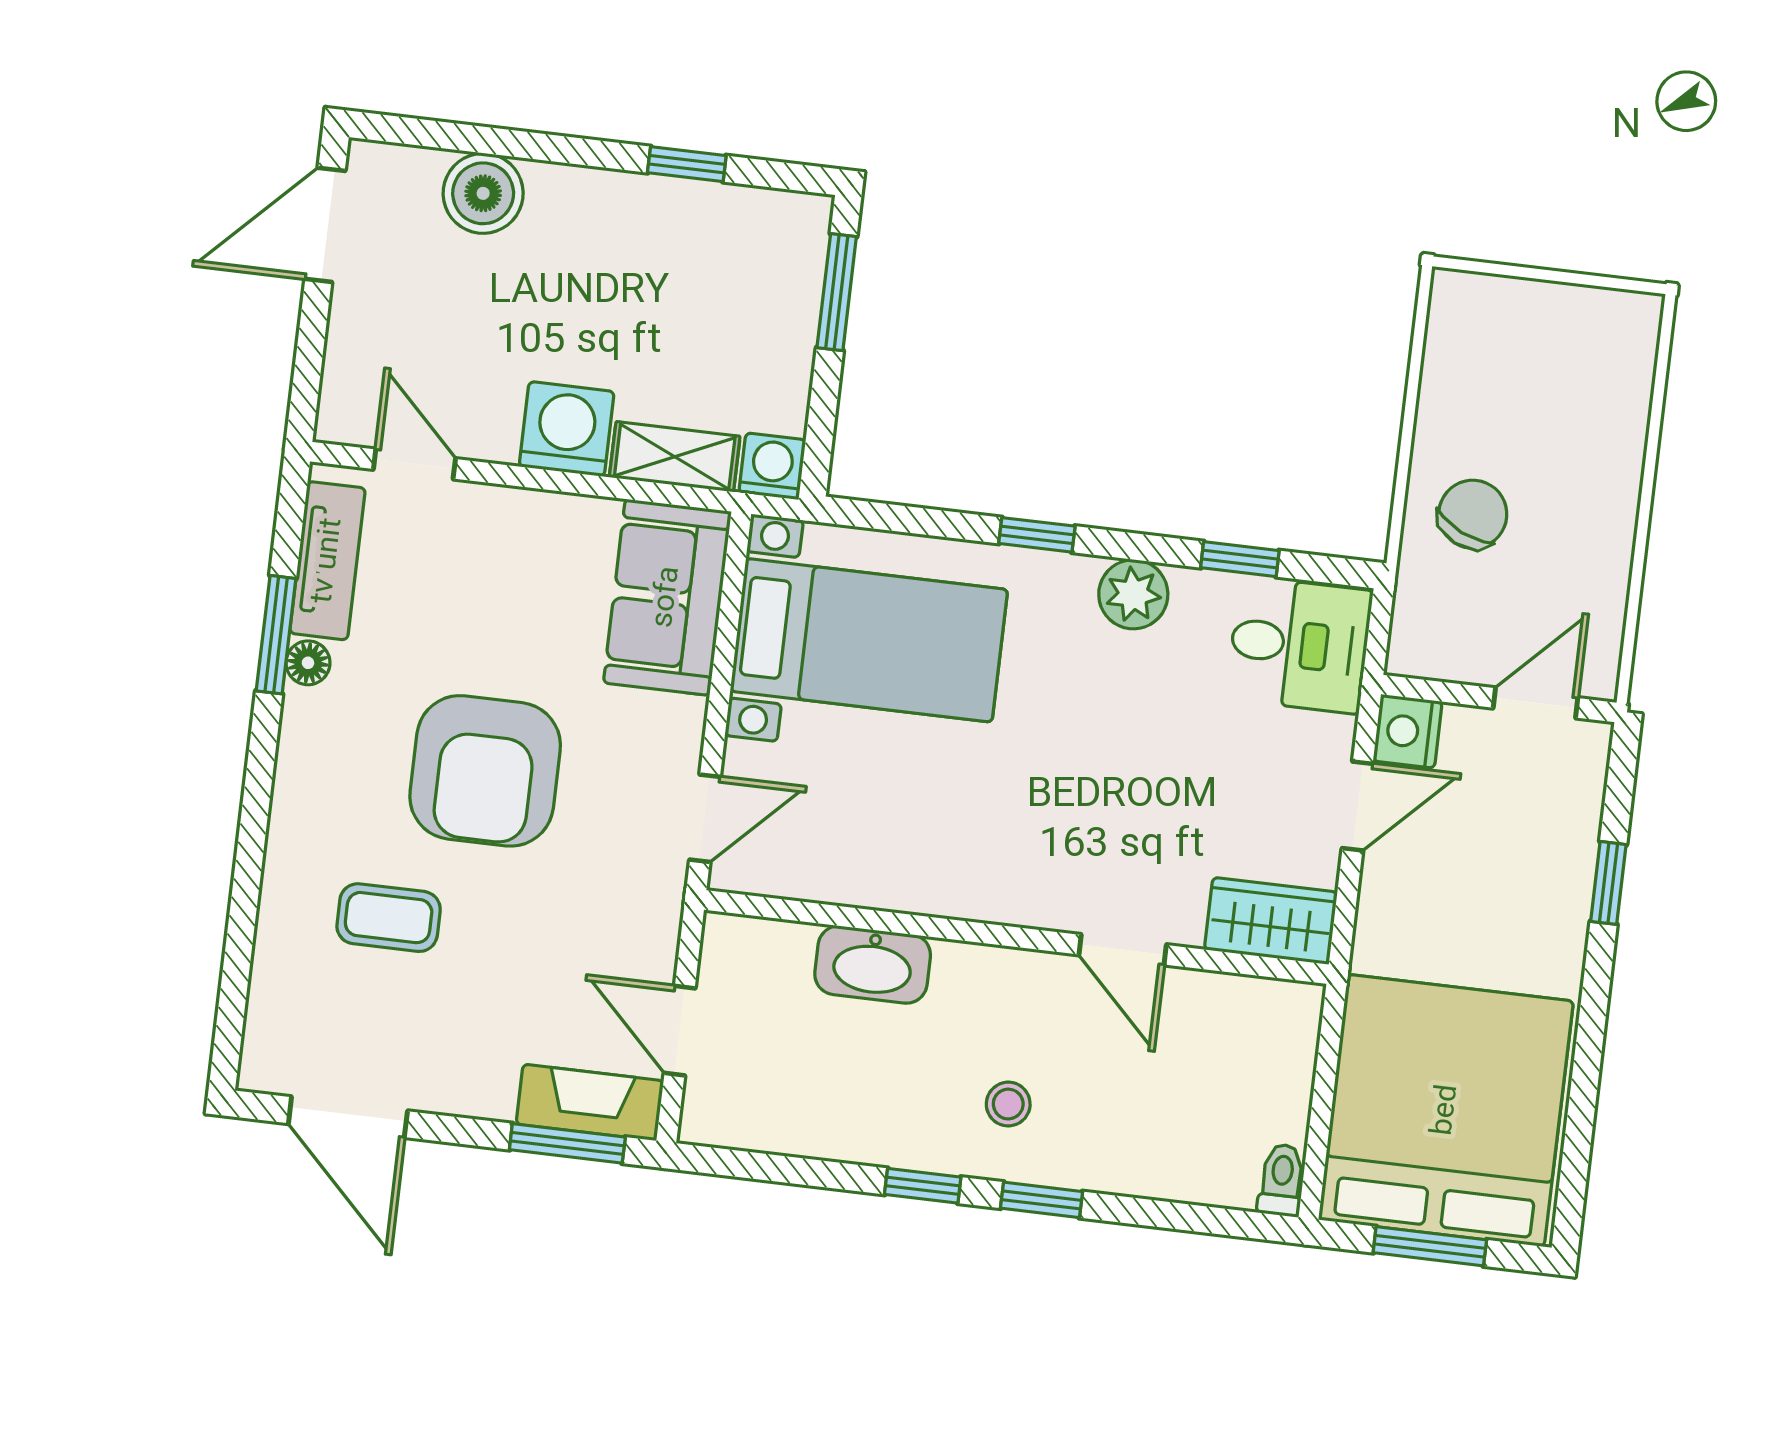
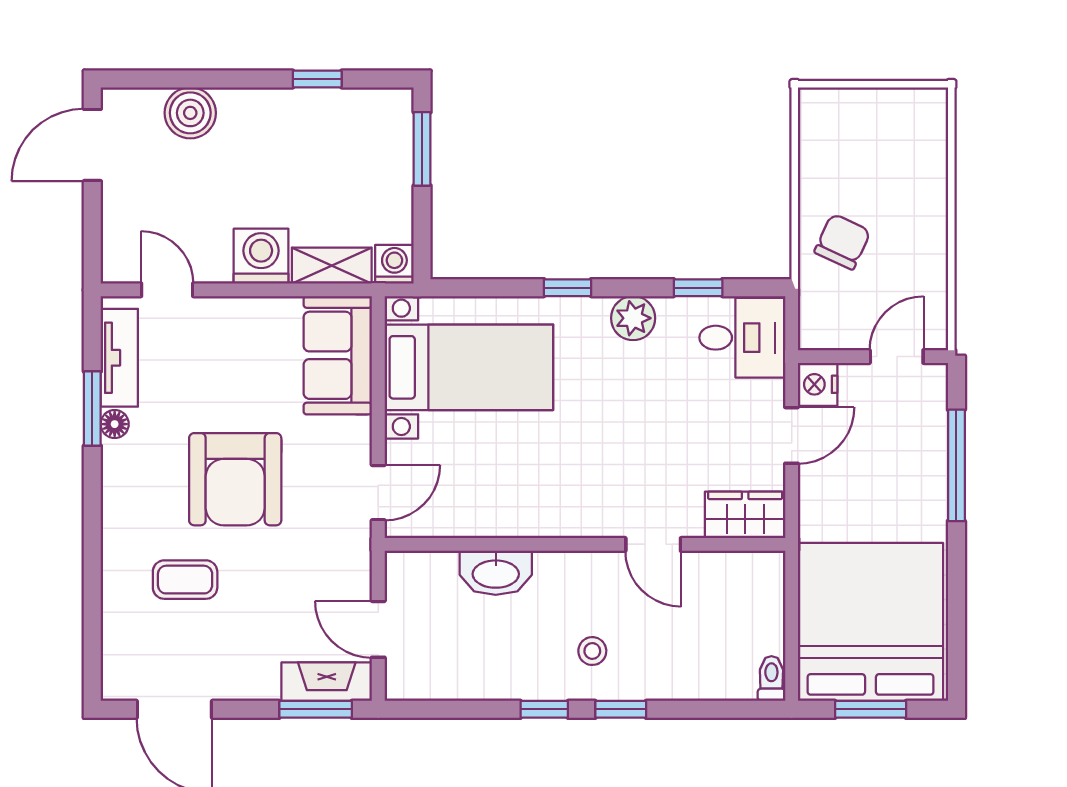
window: (1608, 883) -> (956, 465), width x2.17

